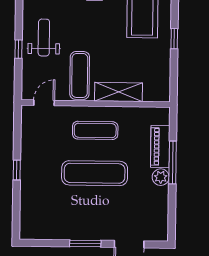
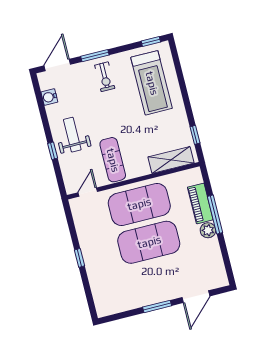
window: (174, 39) -> (195, 135), moved
shelving: (118, 92) -> (171, 160), moved
exercise mat: (95, 130) -> (139, 204), width x2.00, depth x1.45
exercise mat: (95, 173) -> (149, 242), width x1.47

